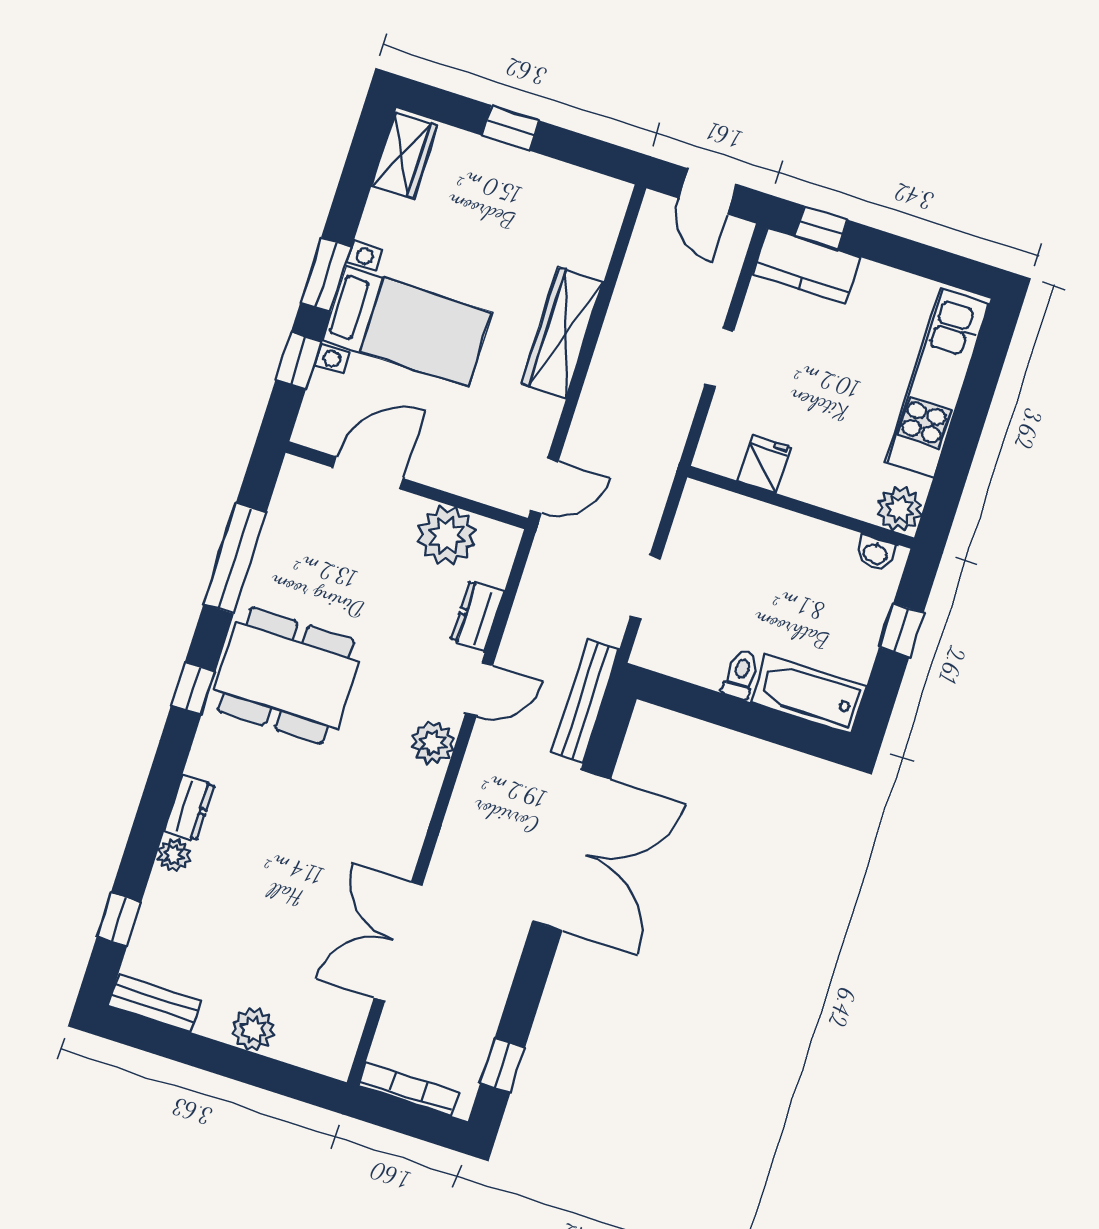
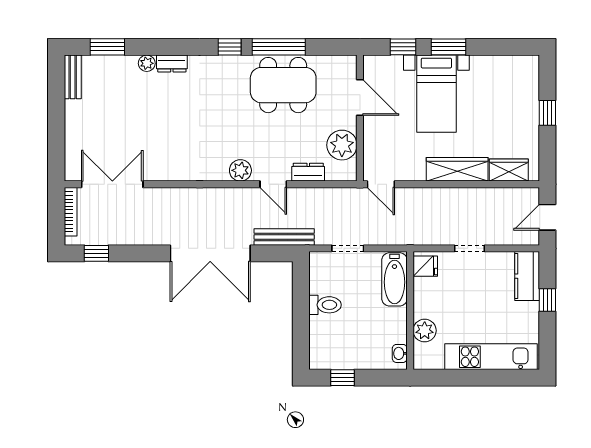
wardrobe: (404, 155) -> (509, 170), moved, turned 180
window: (821, 228) -> (547, 300), moved
fridge: (764, 464) -> (425, 266), moved
plant: (900, 509) -> (425, 331), moved
window: (235, 558) -> (279, 47), moved
window: (901, 630) -> (343, 378), moved
toilet: (741, 675) -> (325, 305), width x1.37, depth x1.39
dining table: (286, 676) -> (283, 85), moved, turned 90
bathtub: (808, 694) -> (394, 279), moved, turned 180
window: (119, 919) -> (107, 47), width x1.50
double door: (398, 941) -> (112, 184), moved
plant: (253, 1029) -> (75, 128), removed

